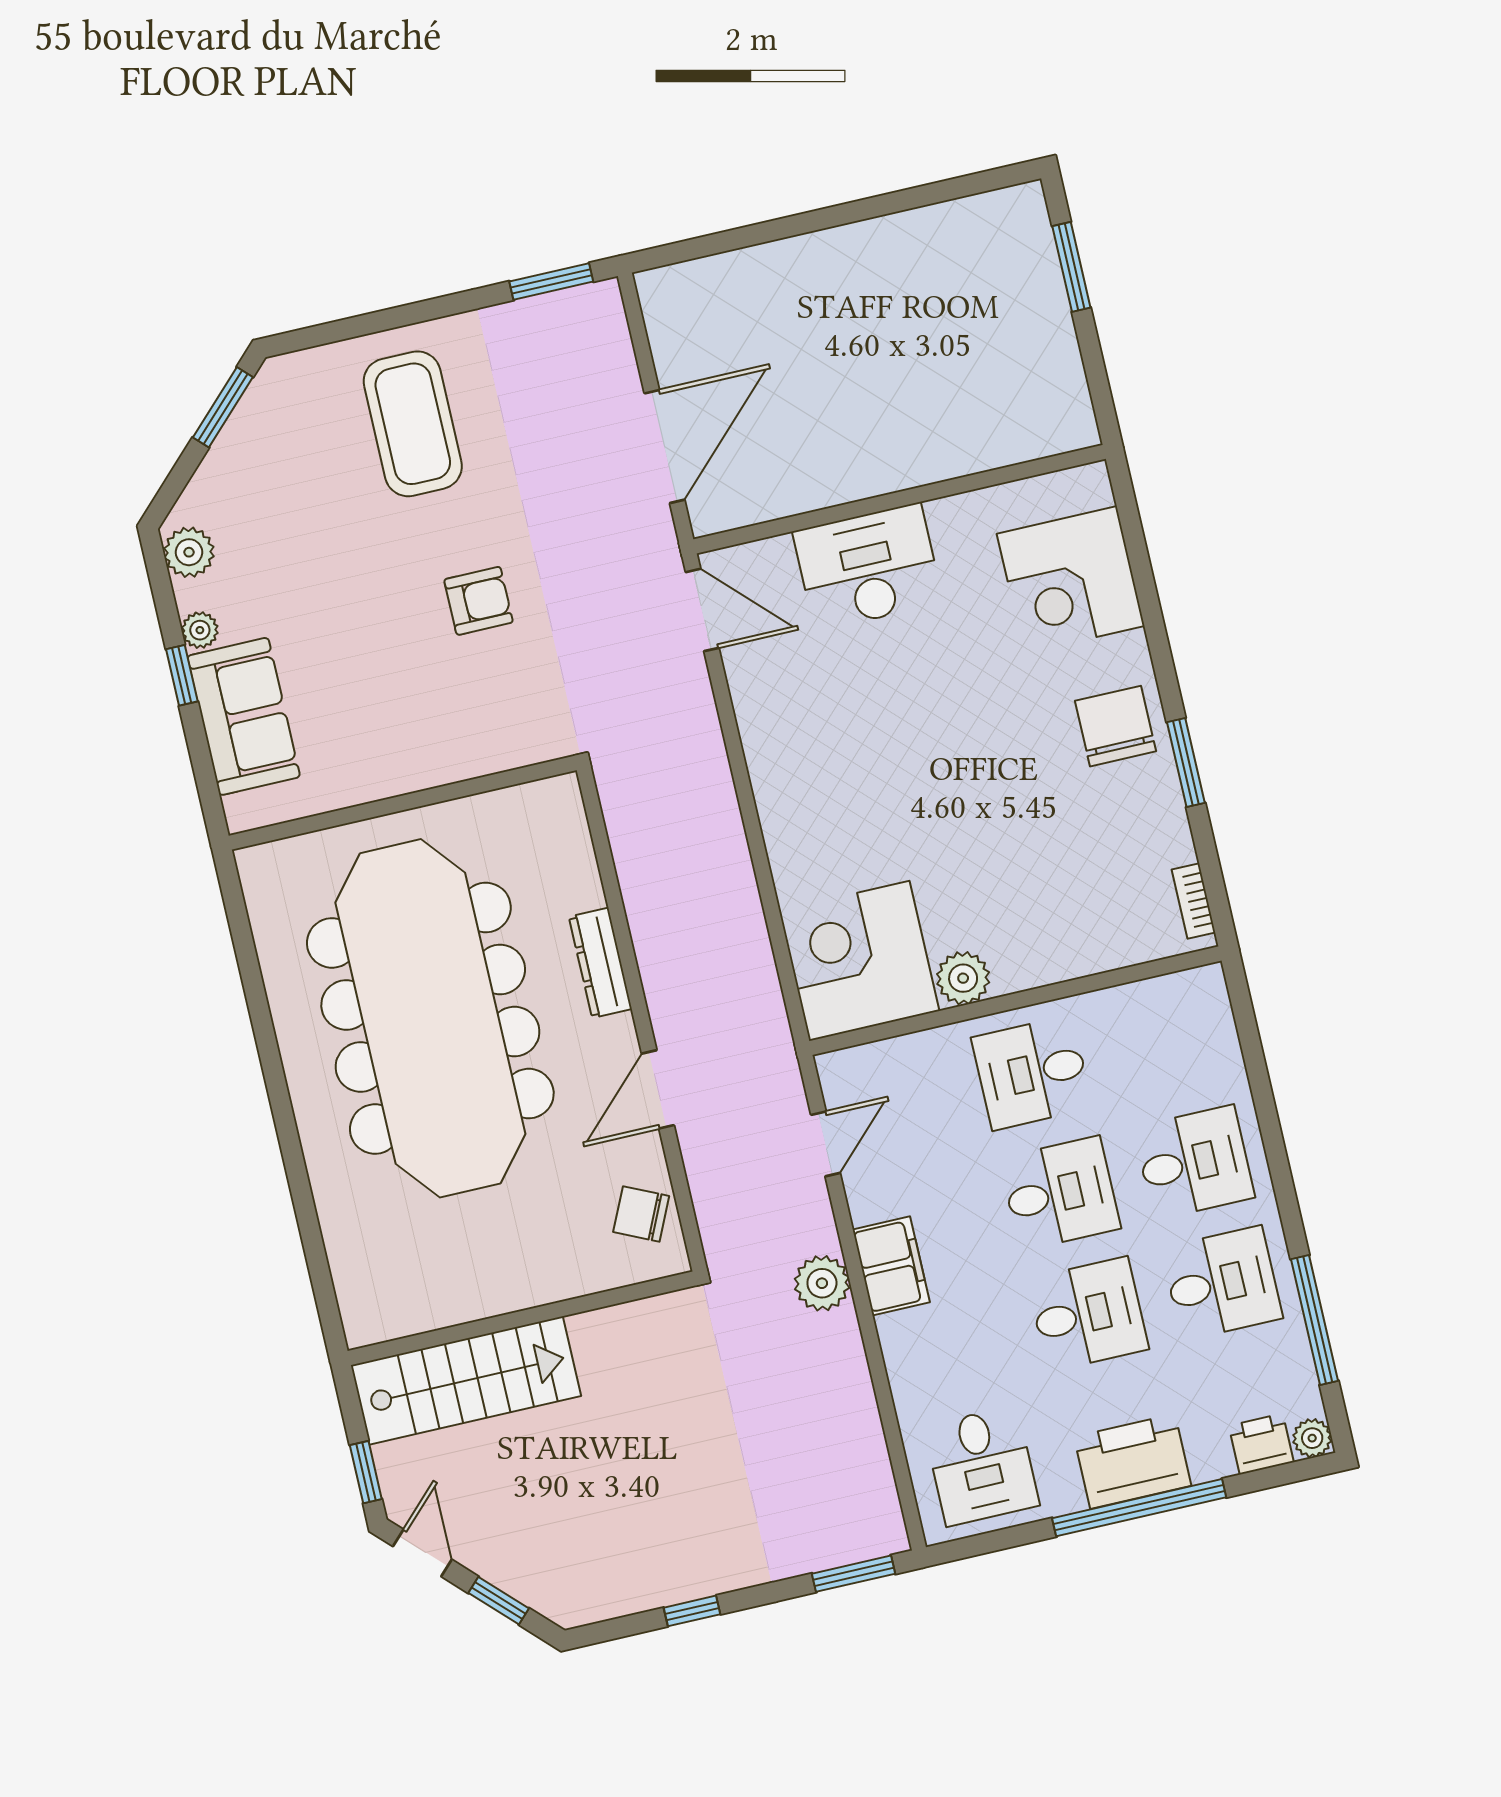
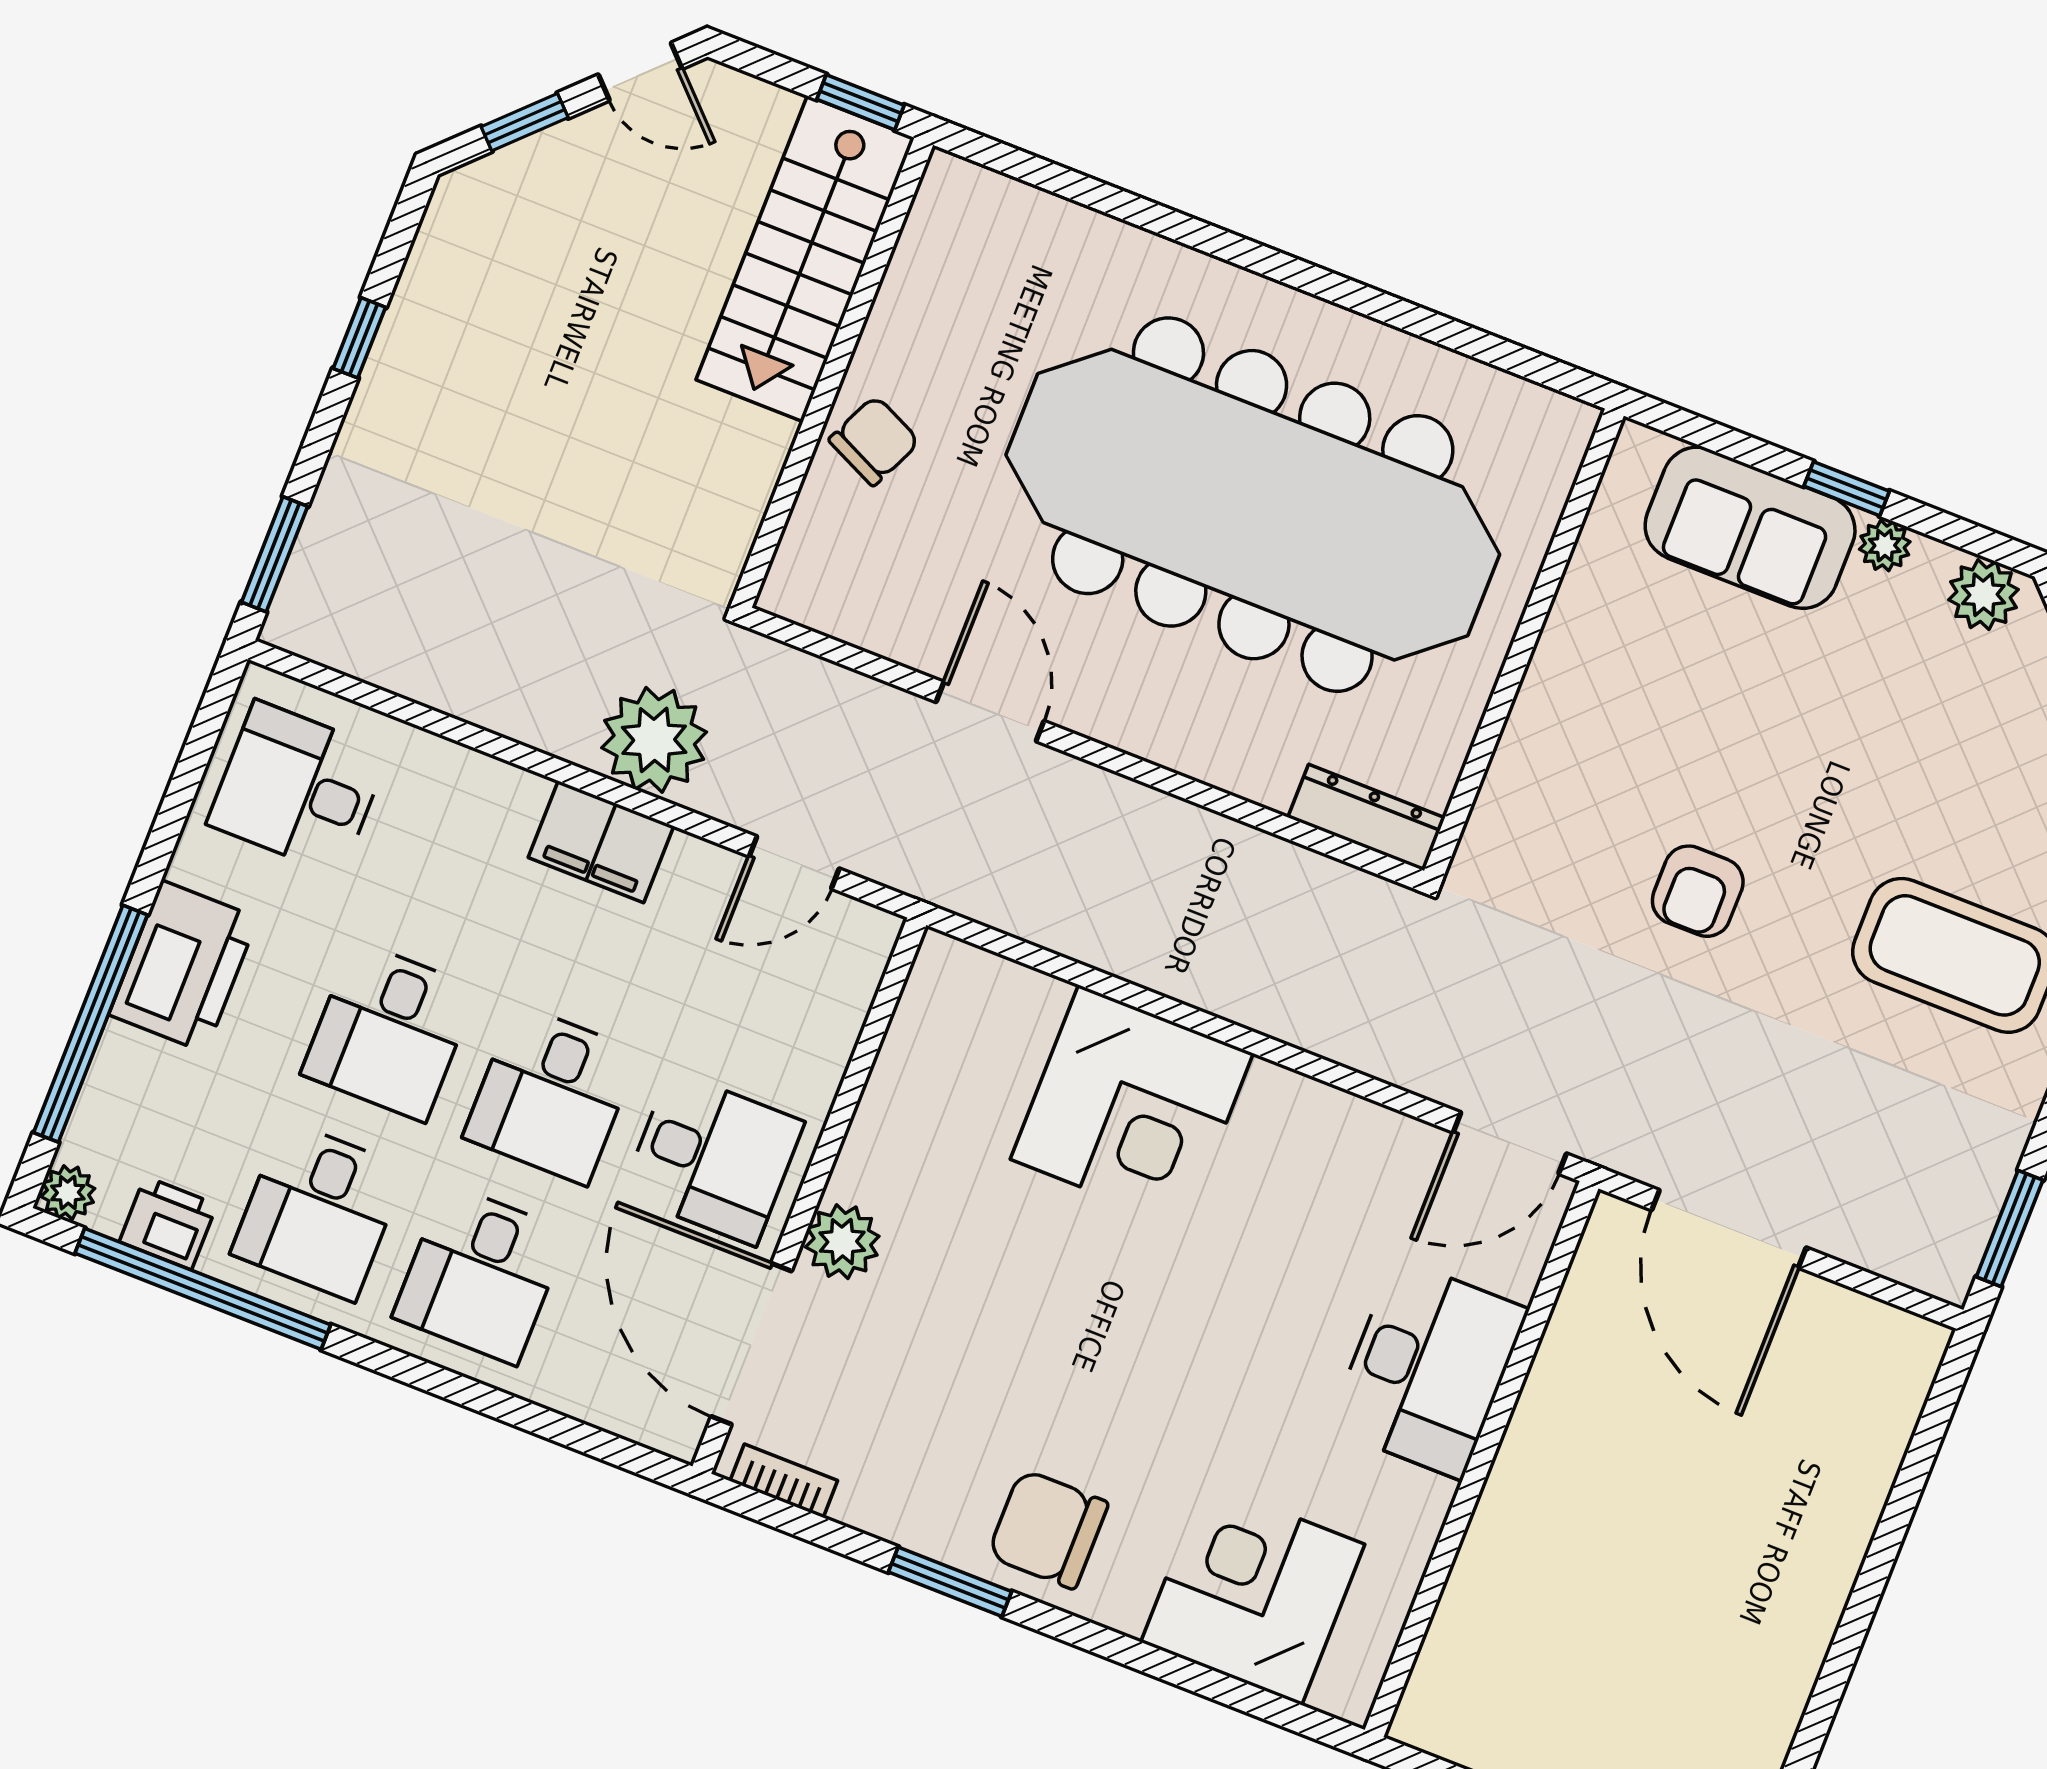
chair: (1116, 726) -> (1048, 1529), turned 180
corner desk: (859, 961) -> (1132, 1106), moved, turned 90
dresser: (600, 963) -> (1366, 818), moved
door: (1126, 975) -> (751, 1344), added
plant: (963, 978) -> (842, 1242), moved
desk: (1032, 1073) -> (713, 1158), turned 90
door: (826, 1144) -> (794, 862), hinge flipped
chair: (641, 1214) -> (874, 441), moved
plant: (822, 1283) -> (654, 740), width x1.36, depth x1.36
window: (1315, 1320) -> (203, 1289), width x1.46
printer: (1261, 1444) -> (168, 1223), moved, turned -90
window: (366, 1472) -> (861, 102), moved
window: (1139, 1508) -> (91, 1024), moved

